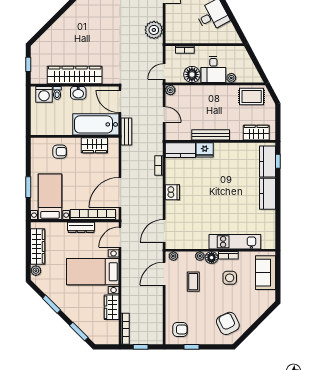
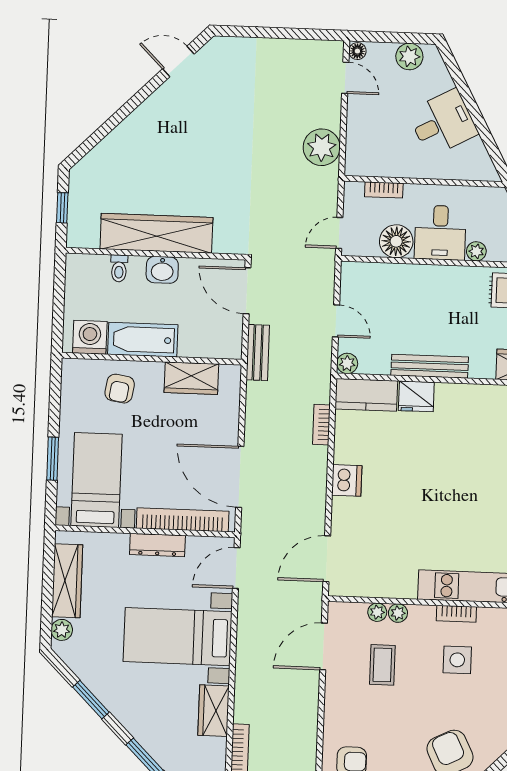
plant: (170, 90) -> (347, 363), moved
washing machine: (44, 94) -> (90, 337), moved, turned 180
bathtub: (96, 124) -> (143, 340), moved, width x0.73, depth x0.73
armchair: (60, 152) -> (120, 389), turned 99
door: (120, 192) -> (240, 477), hinge flipped
plant: (173, 256) -> (377, 612), moved
floor lamp: (212, 258) -> (422, 617), removed

